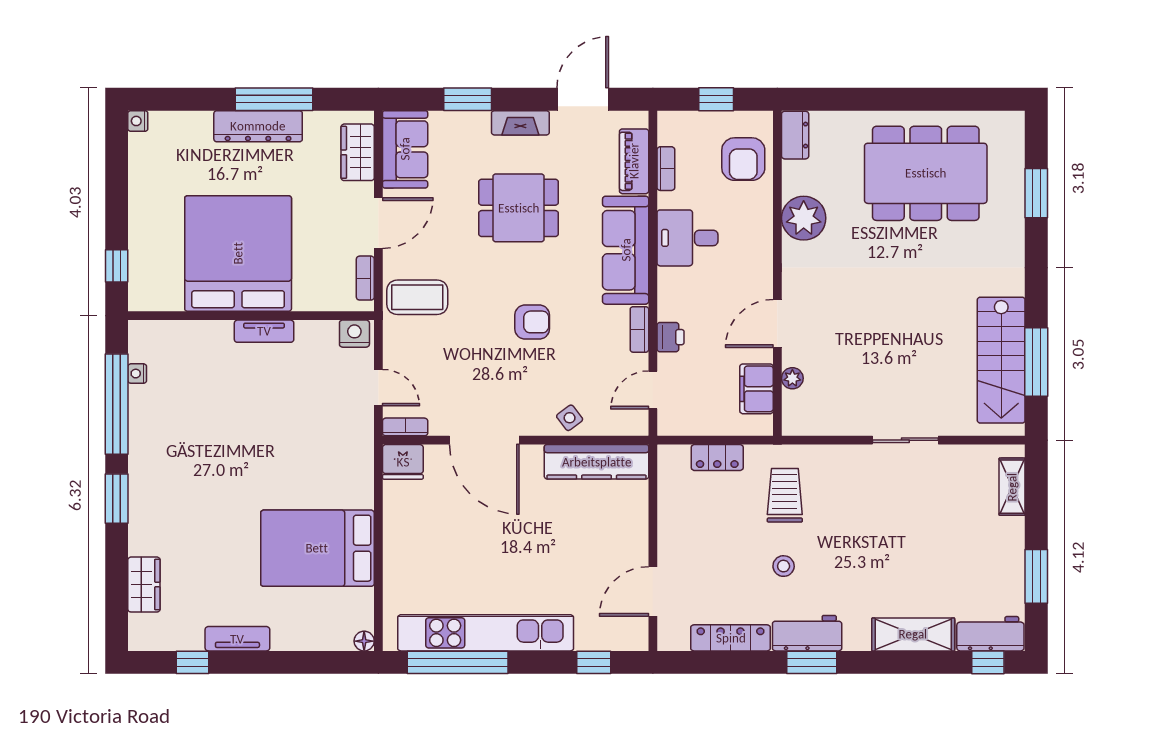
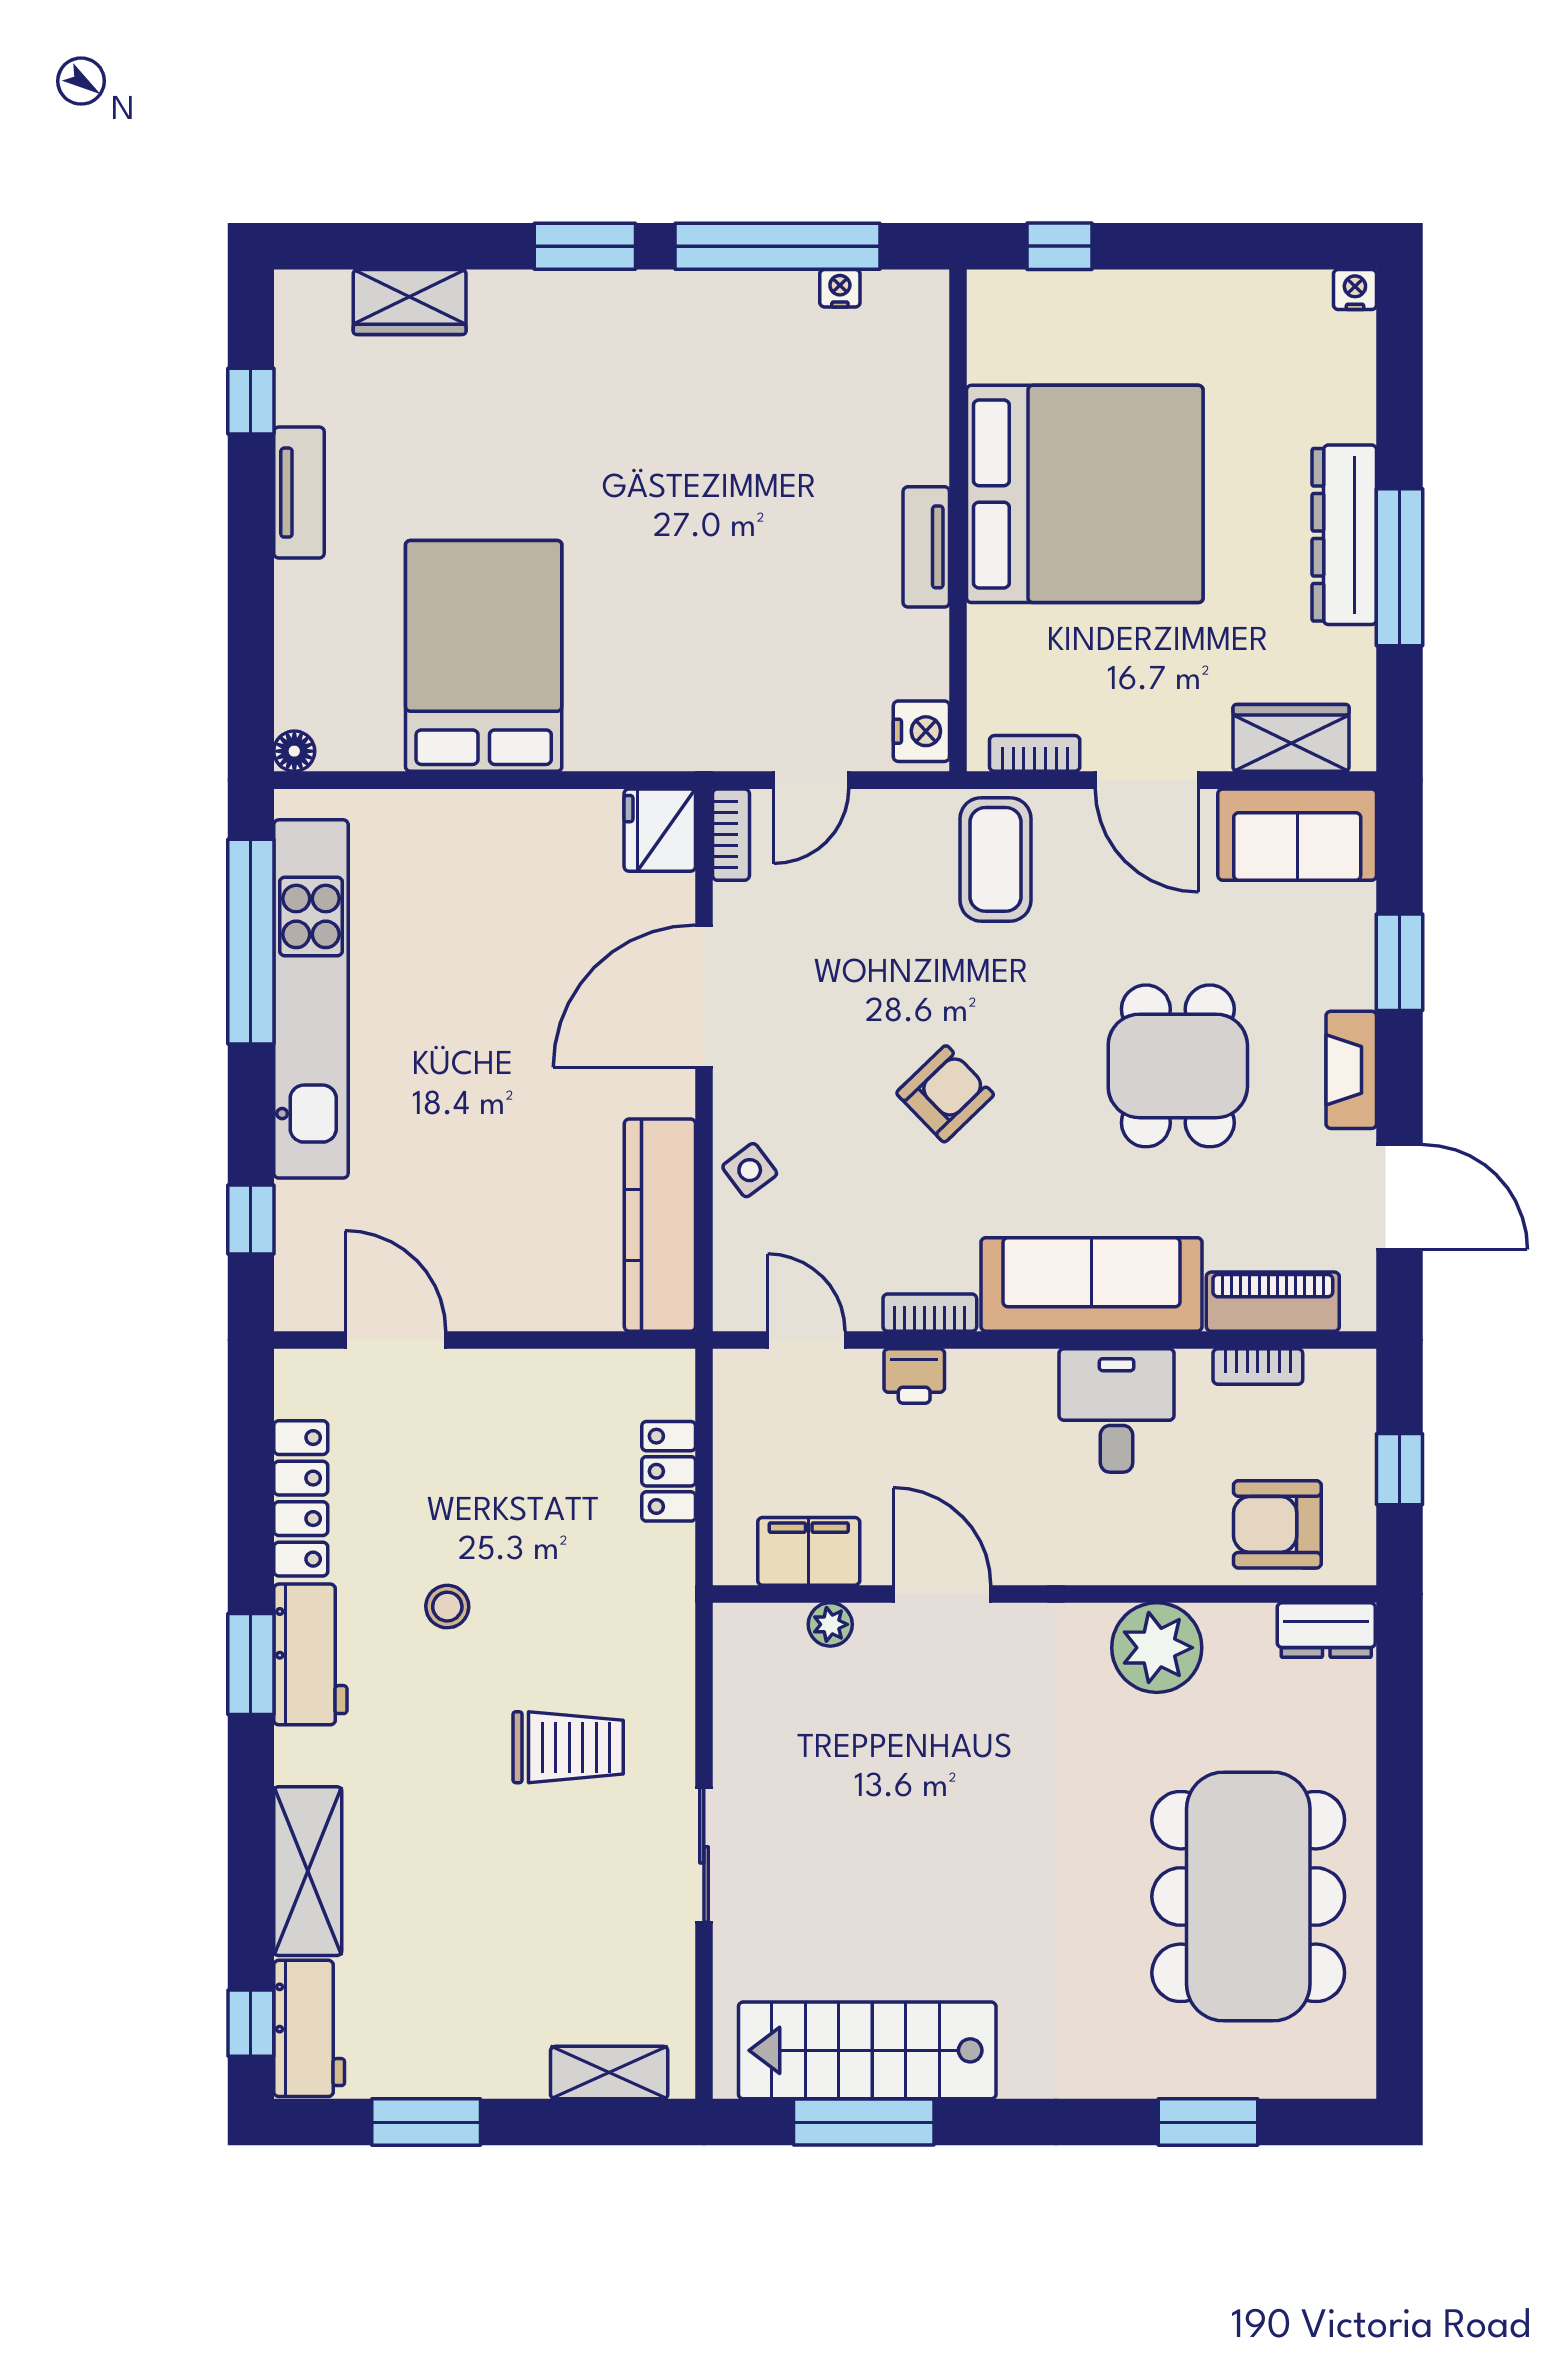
armchair: (532, 322) -> (945, 1094), turned -134
trolley: (785, 495) -> (568, 1747), moved

